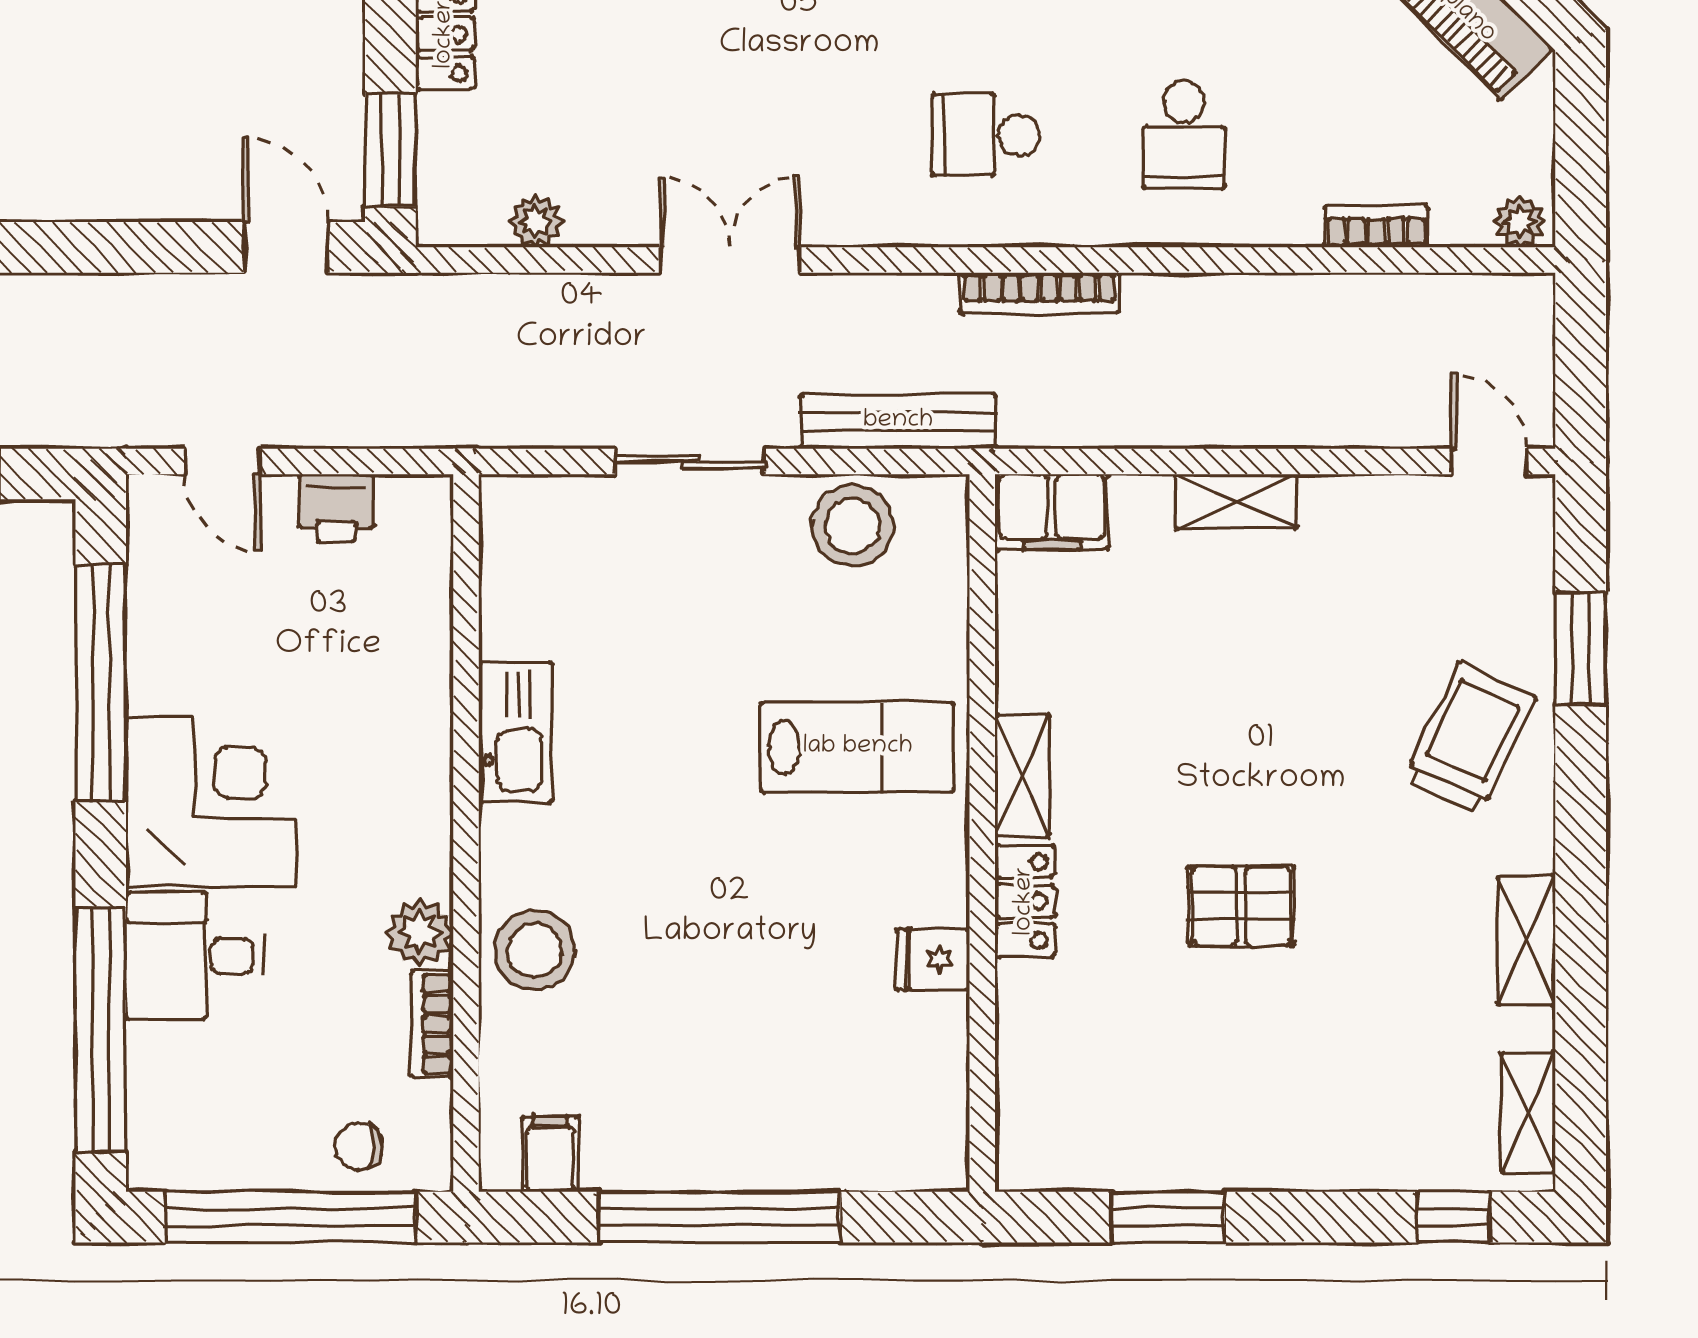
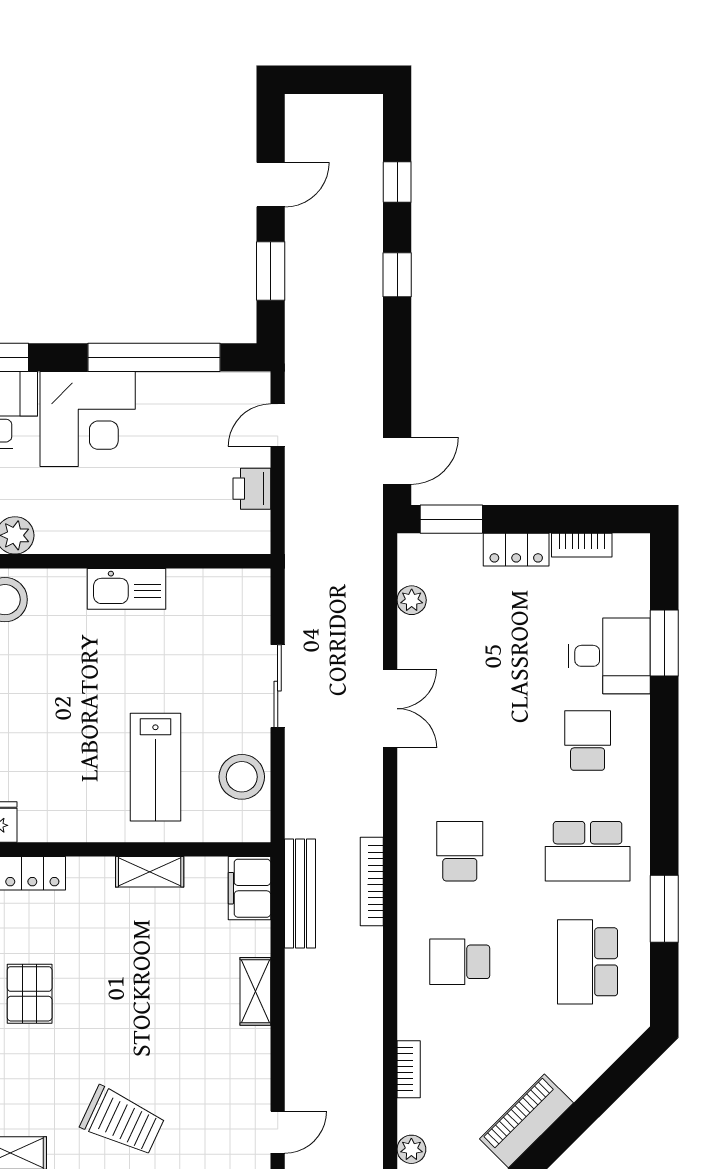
bench: (898, 421) -> (300, 894), moved
lab bench: (858, 747) -> (155, 767), moved
shelving: (1022, 776) -> (150, 872), moved

